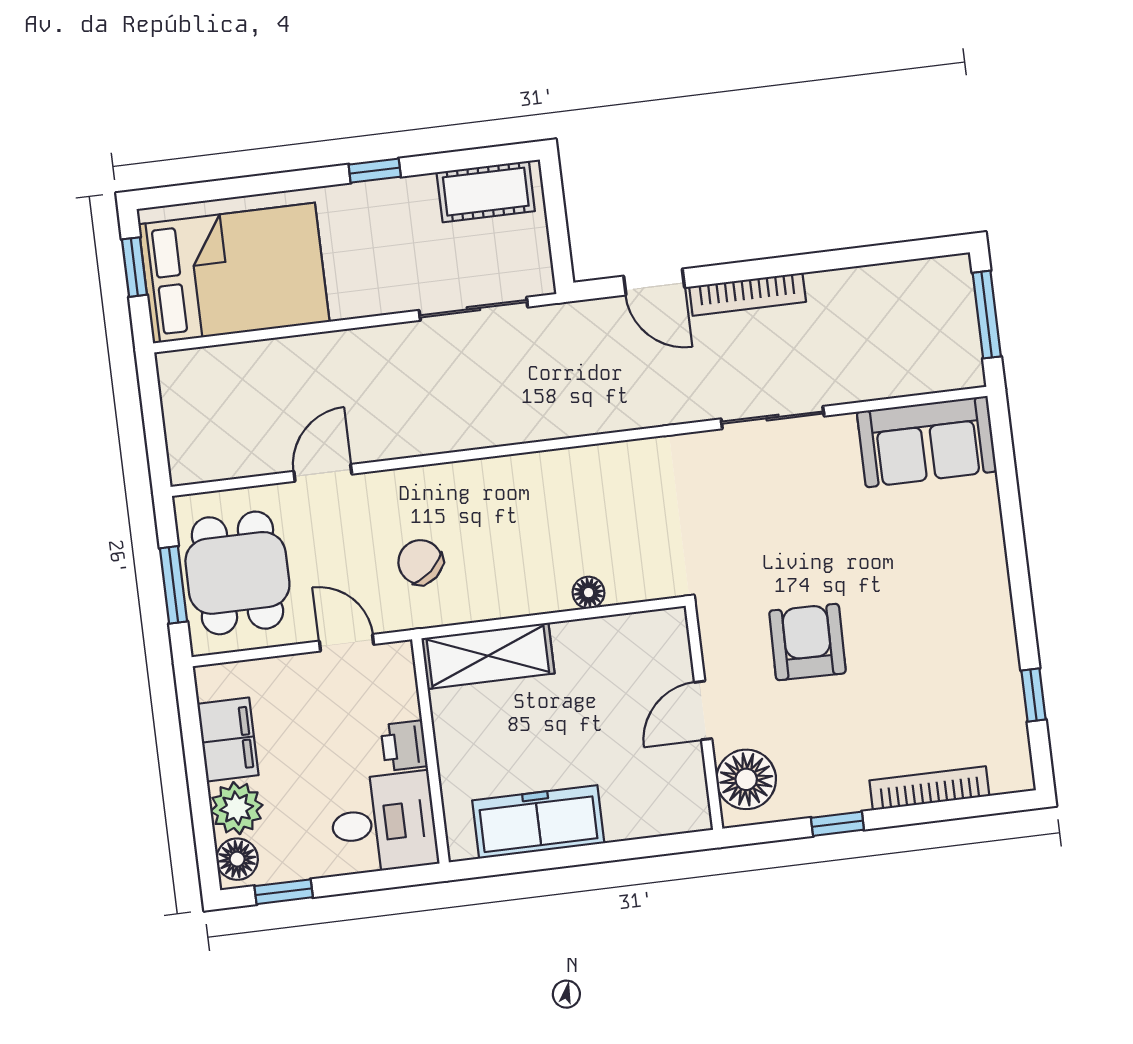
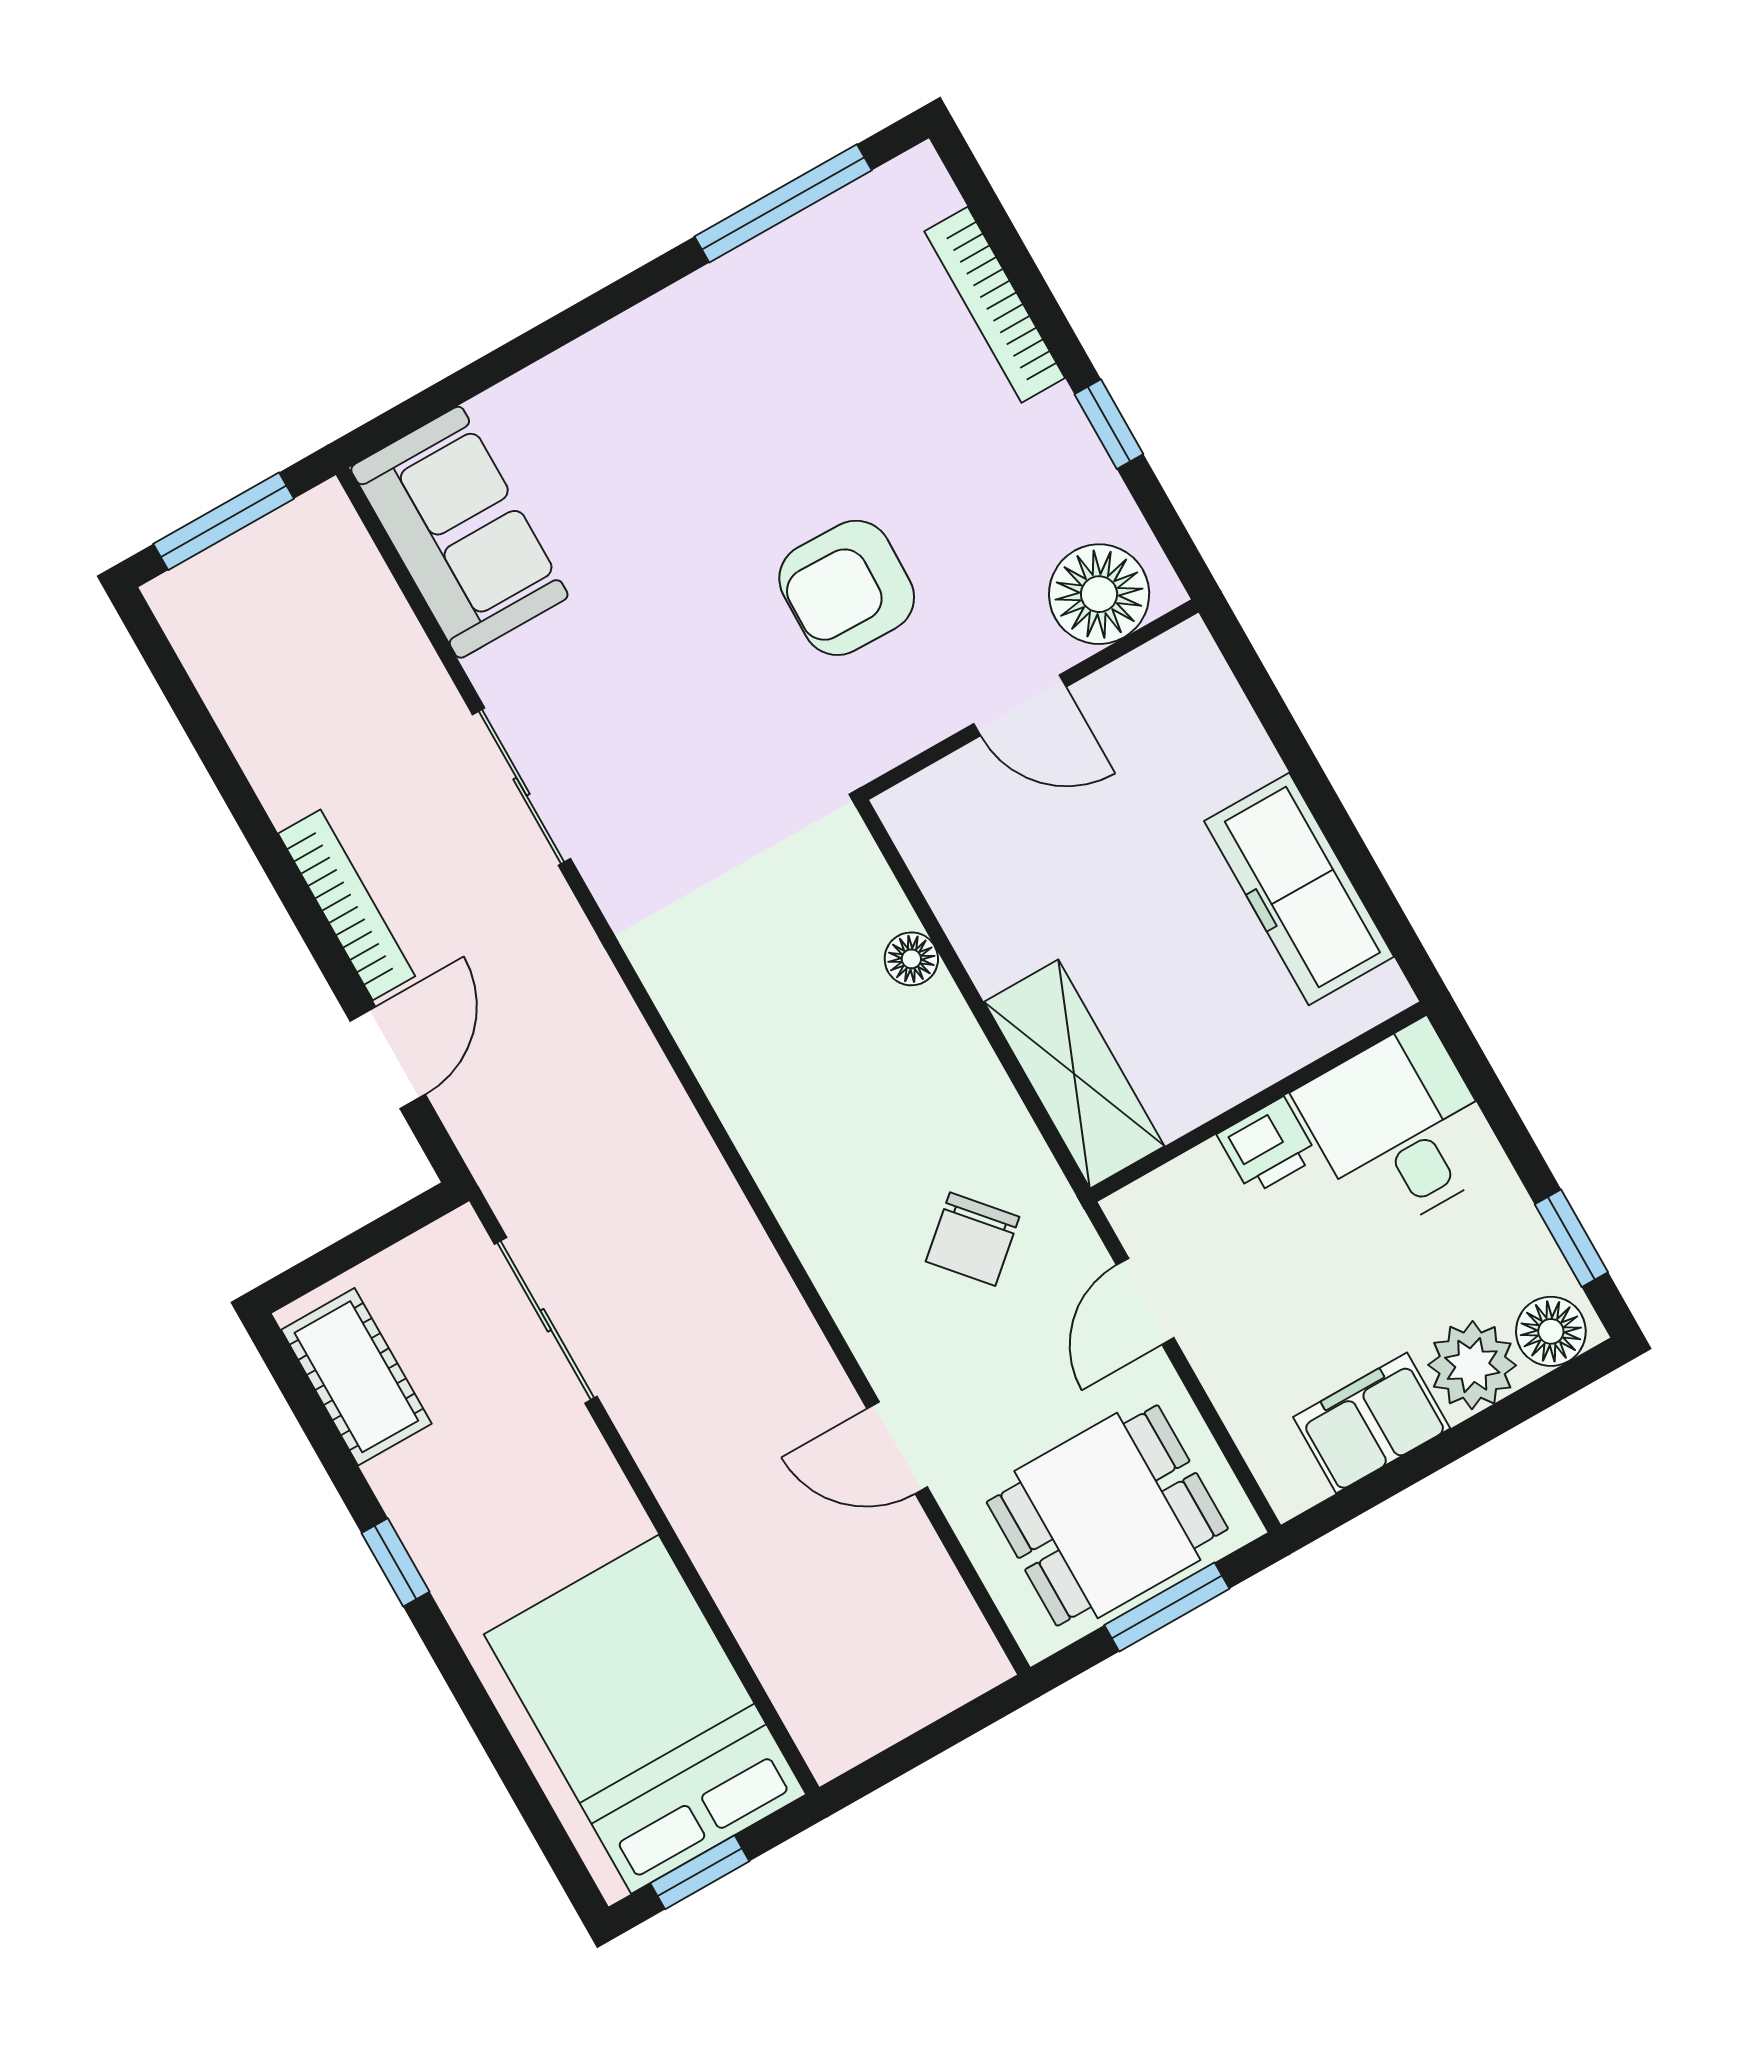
window: (1033, 695) -> (783, 203), width x2.17

